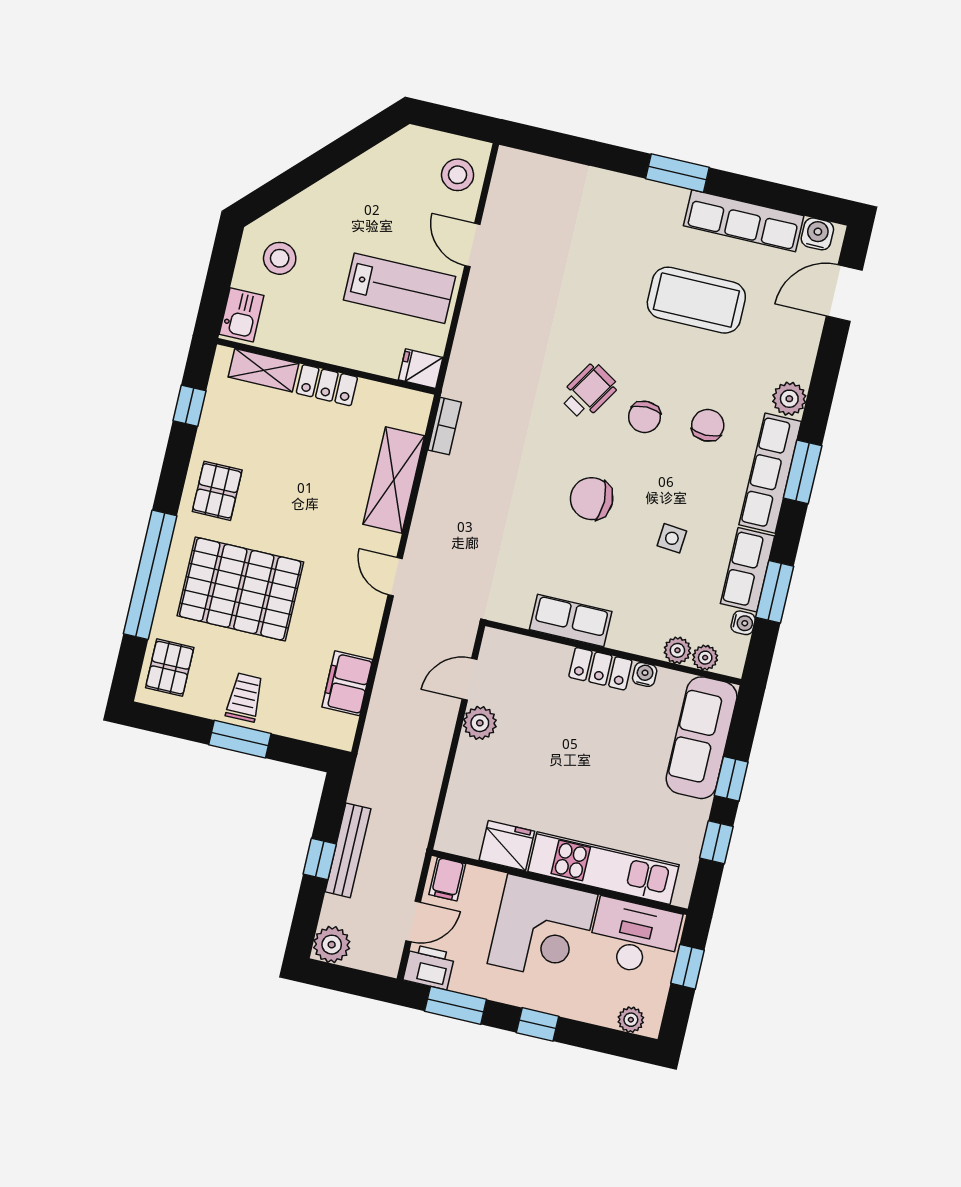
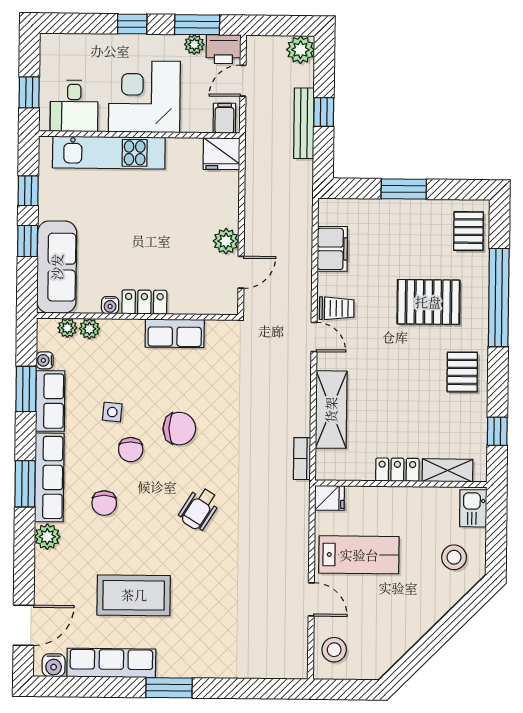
lab bench: (399, 288) -> (359, 555), turned 180
chair: (645, 417) -> (131, 450), moved, turned 180
pallet: (240, 589) -> (428, 302), width x0.73, depth x0.71
trolley: (245, 697) -> (337, 308), moved, turned -90
fridge: (507, 846) -> (221, 154), moved
desk: (634, 937) -> (74, 106), width x0.73
plant: (631, 1020) -> (194, 44), moved

